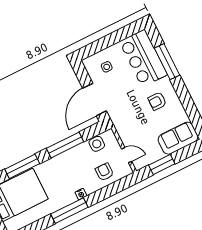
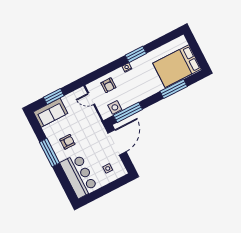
window: (167, 62) -> (49, 153), moved
window: (65, 145) -> (128, 112), moved
window: (162, 165) -> (54, 97), moved
window: (69, 211) -> (136, 54), width x0.69

